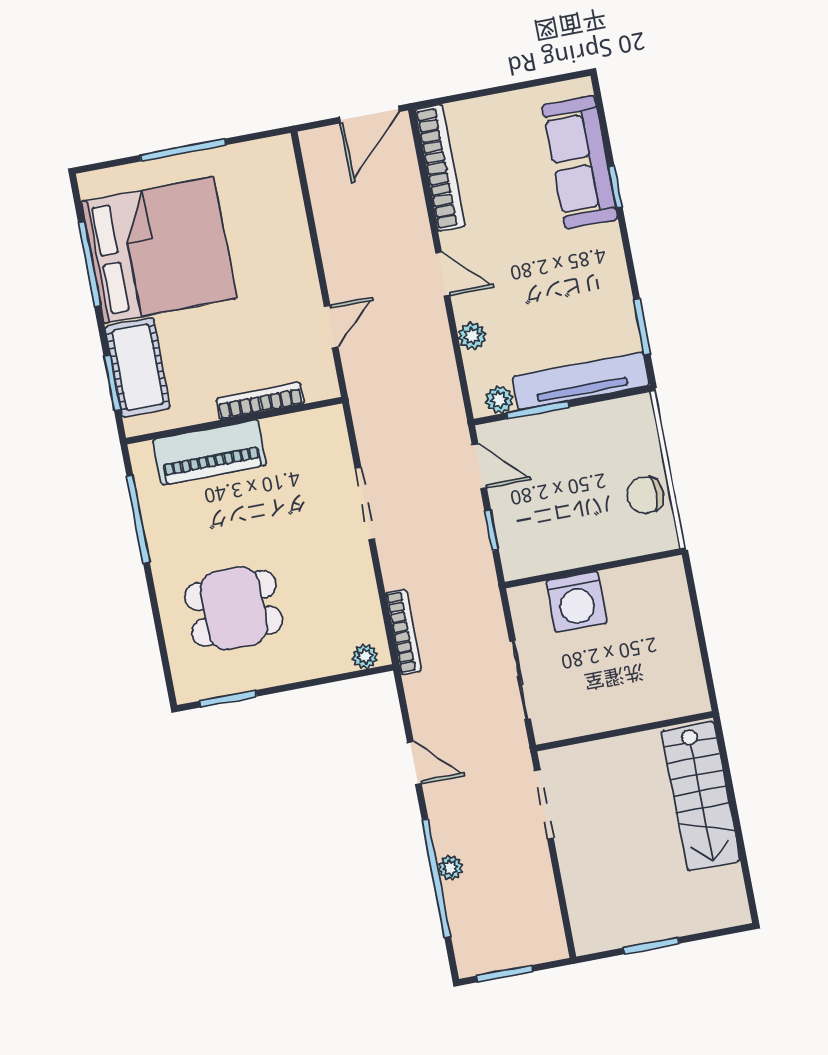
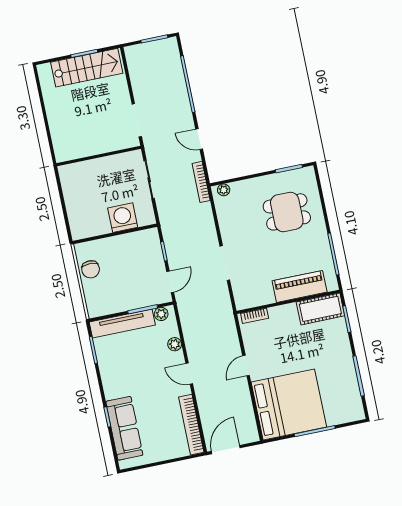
bed: (159, 250) -> (289, 404), moved, turned 180
door: (331, 327) -> (246, 366), moved
cot: (138, 367) -> (320, 309), moved, turned 90
bookcase: (260, 401) -> (255, 316), moved, width x0.64
door: (479, 466) -> (170, 282), swing flipped
chair: (645, 495) -> (91, 269), turned 90
bookcase: (404, 632) -> (201, 182), moved
stairs: (701, 796) -> (87, 68), moved, turned 90
plant: (450, 868) -> (181, 89), removed

